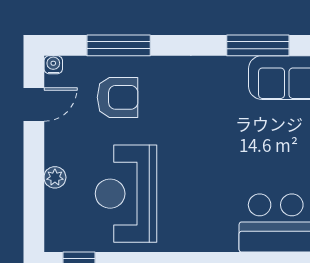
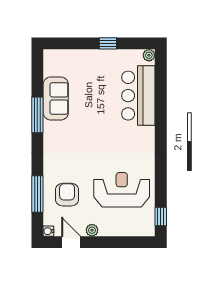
plant: (55, 177) -> (92, 230), moved
reception desk: (126, 194) -> (122, 190), turned 180

